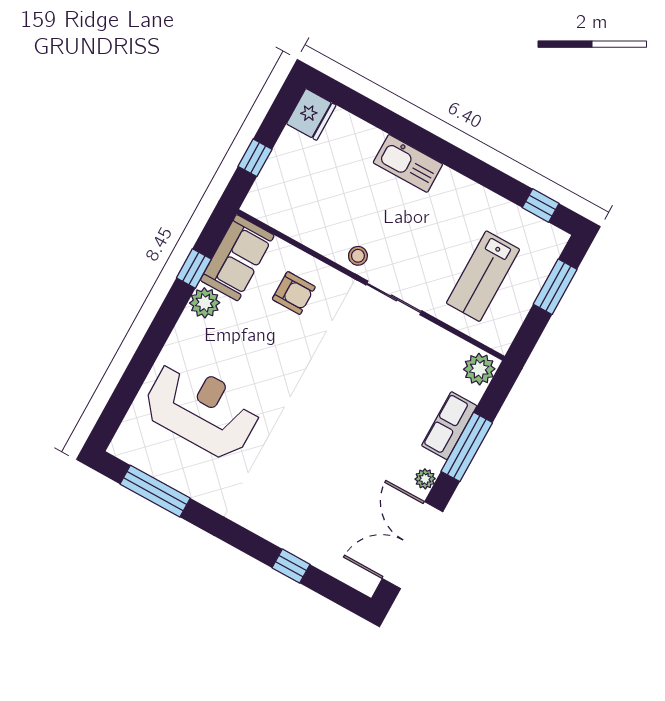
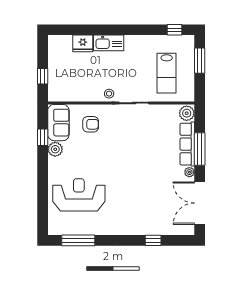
fridge: (311, 114) -> (83, 43), moved, turned 90
row of seats: (449, 426) -> (187, 144), width x1.48

